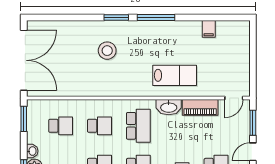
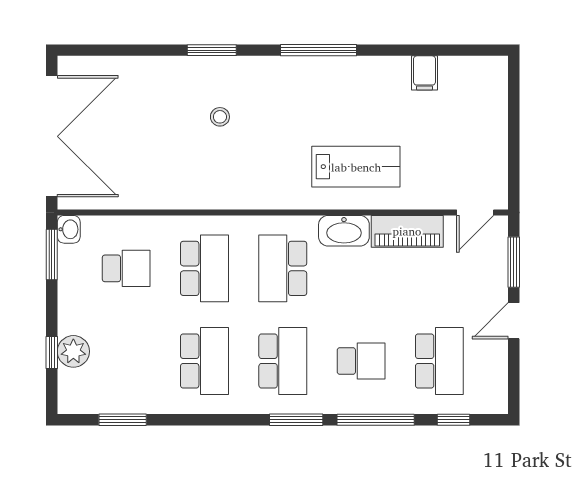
window: (116, 18) -> (212, 50), moved
stool: (107, 51) -> (220, 117), width x0.53, depth x0.53
school desk: (99, 126) -> (204, 268), width x1.85
school desk: (138, 126) -> (283, 268), turned 180
washbasin: (32, 151) -> (69, 229), moved

